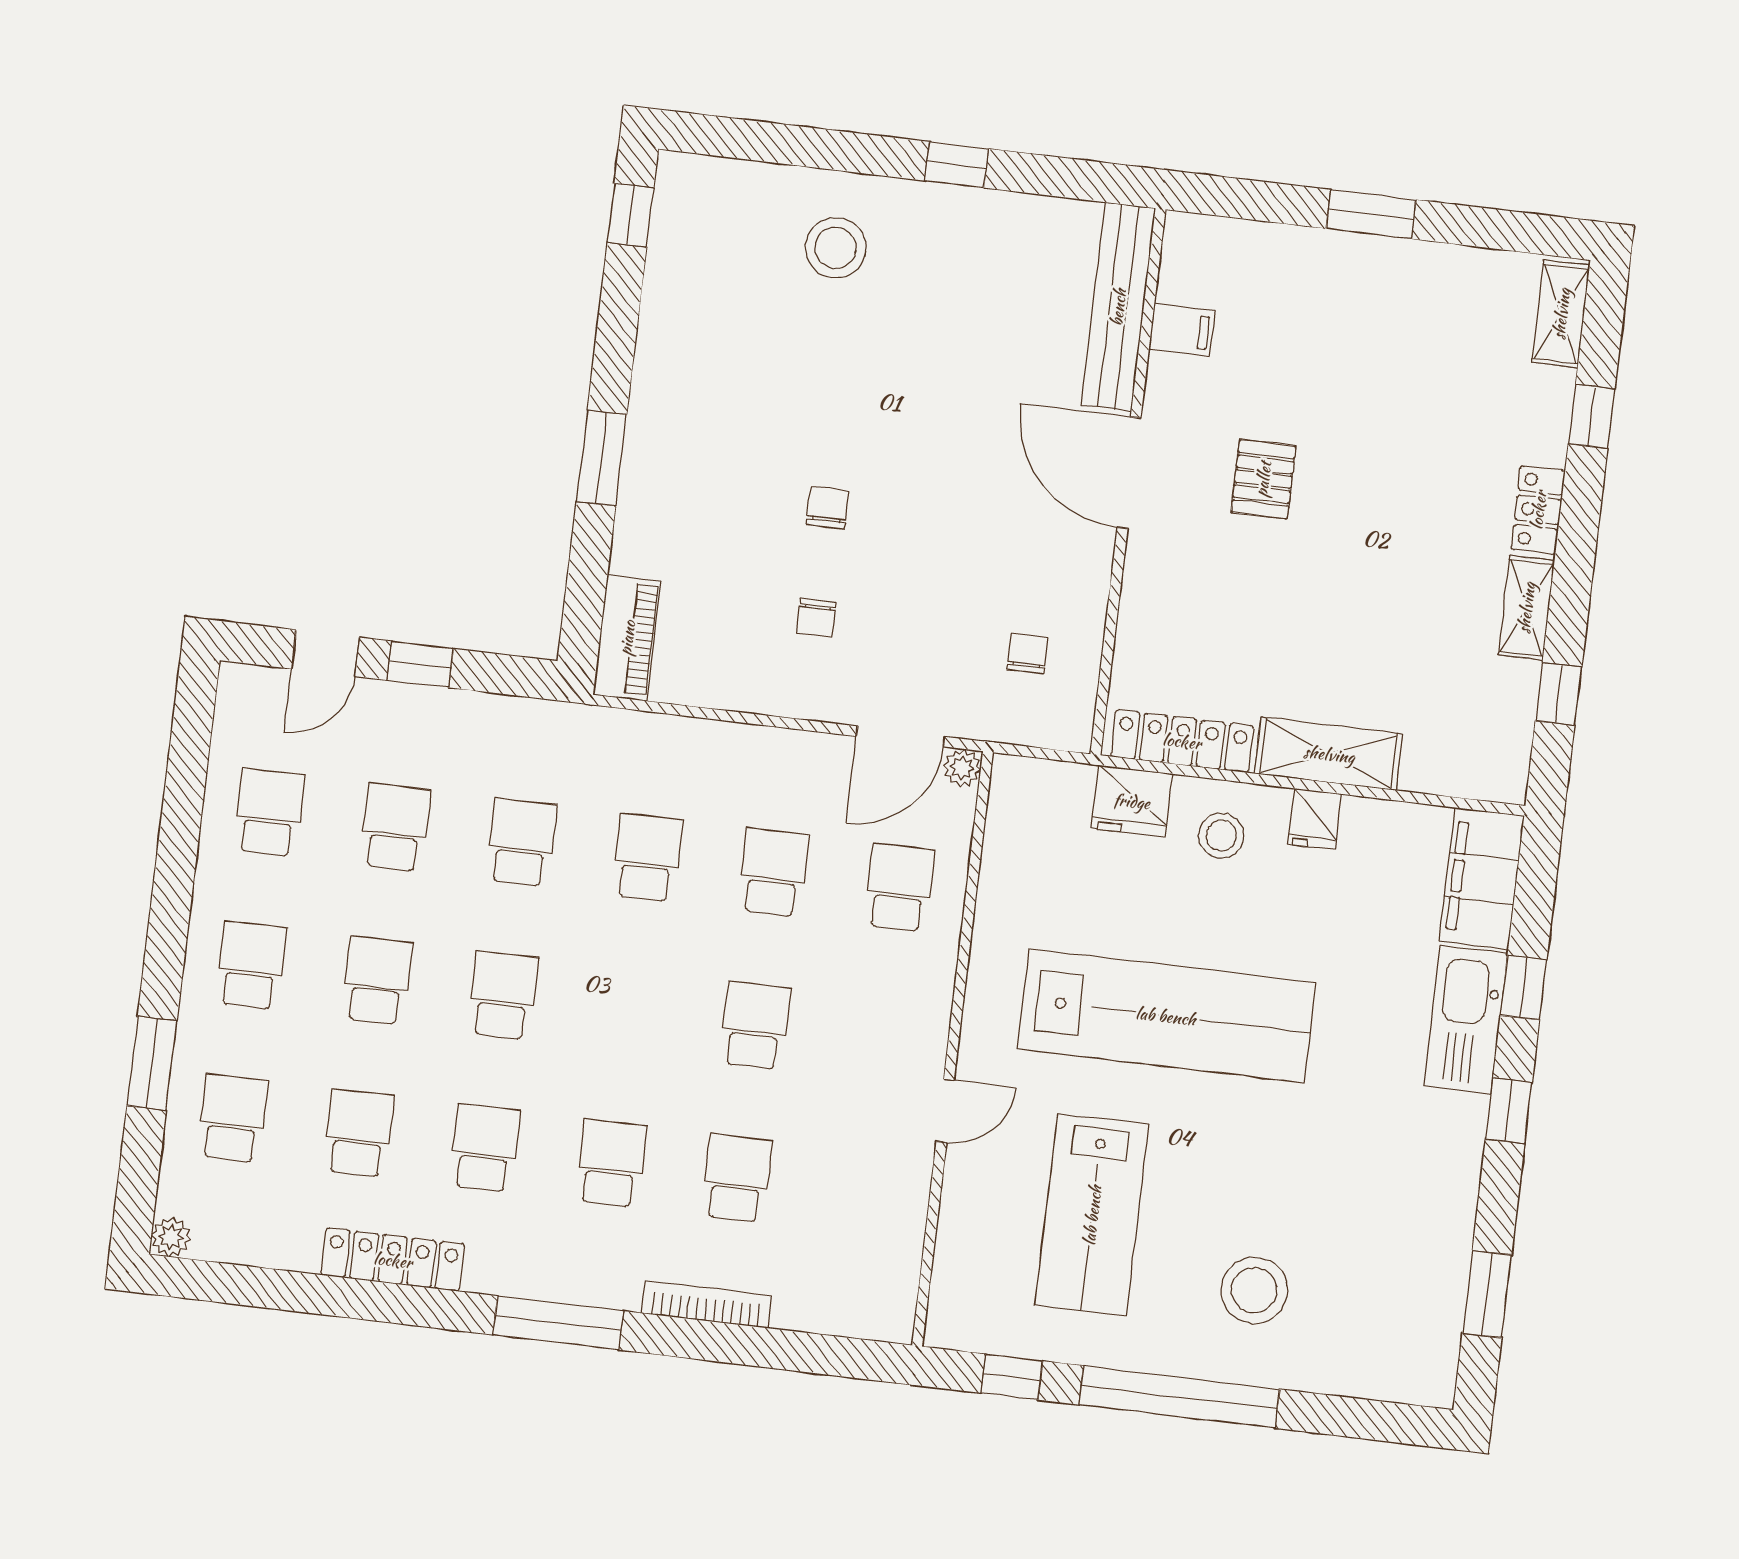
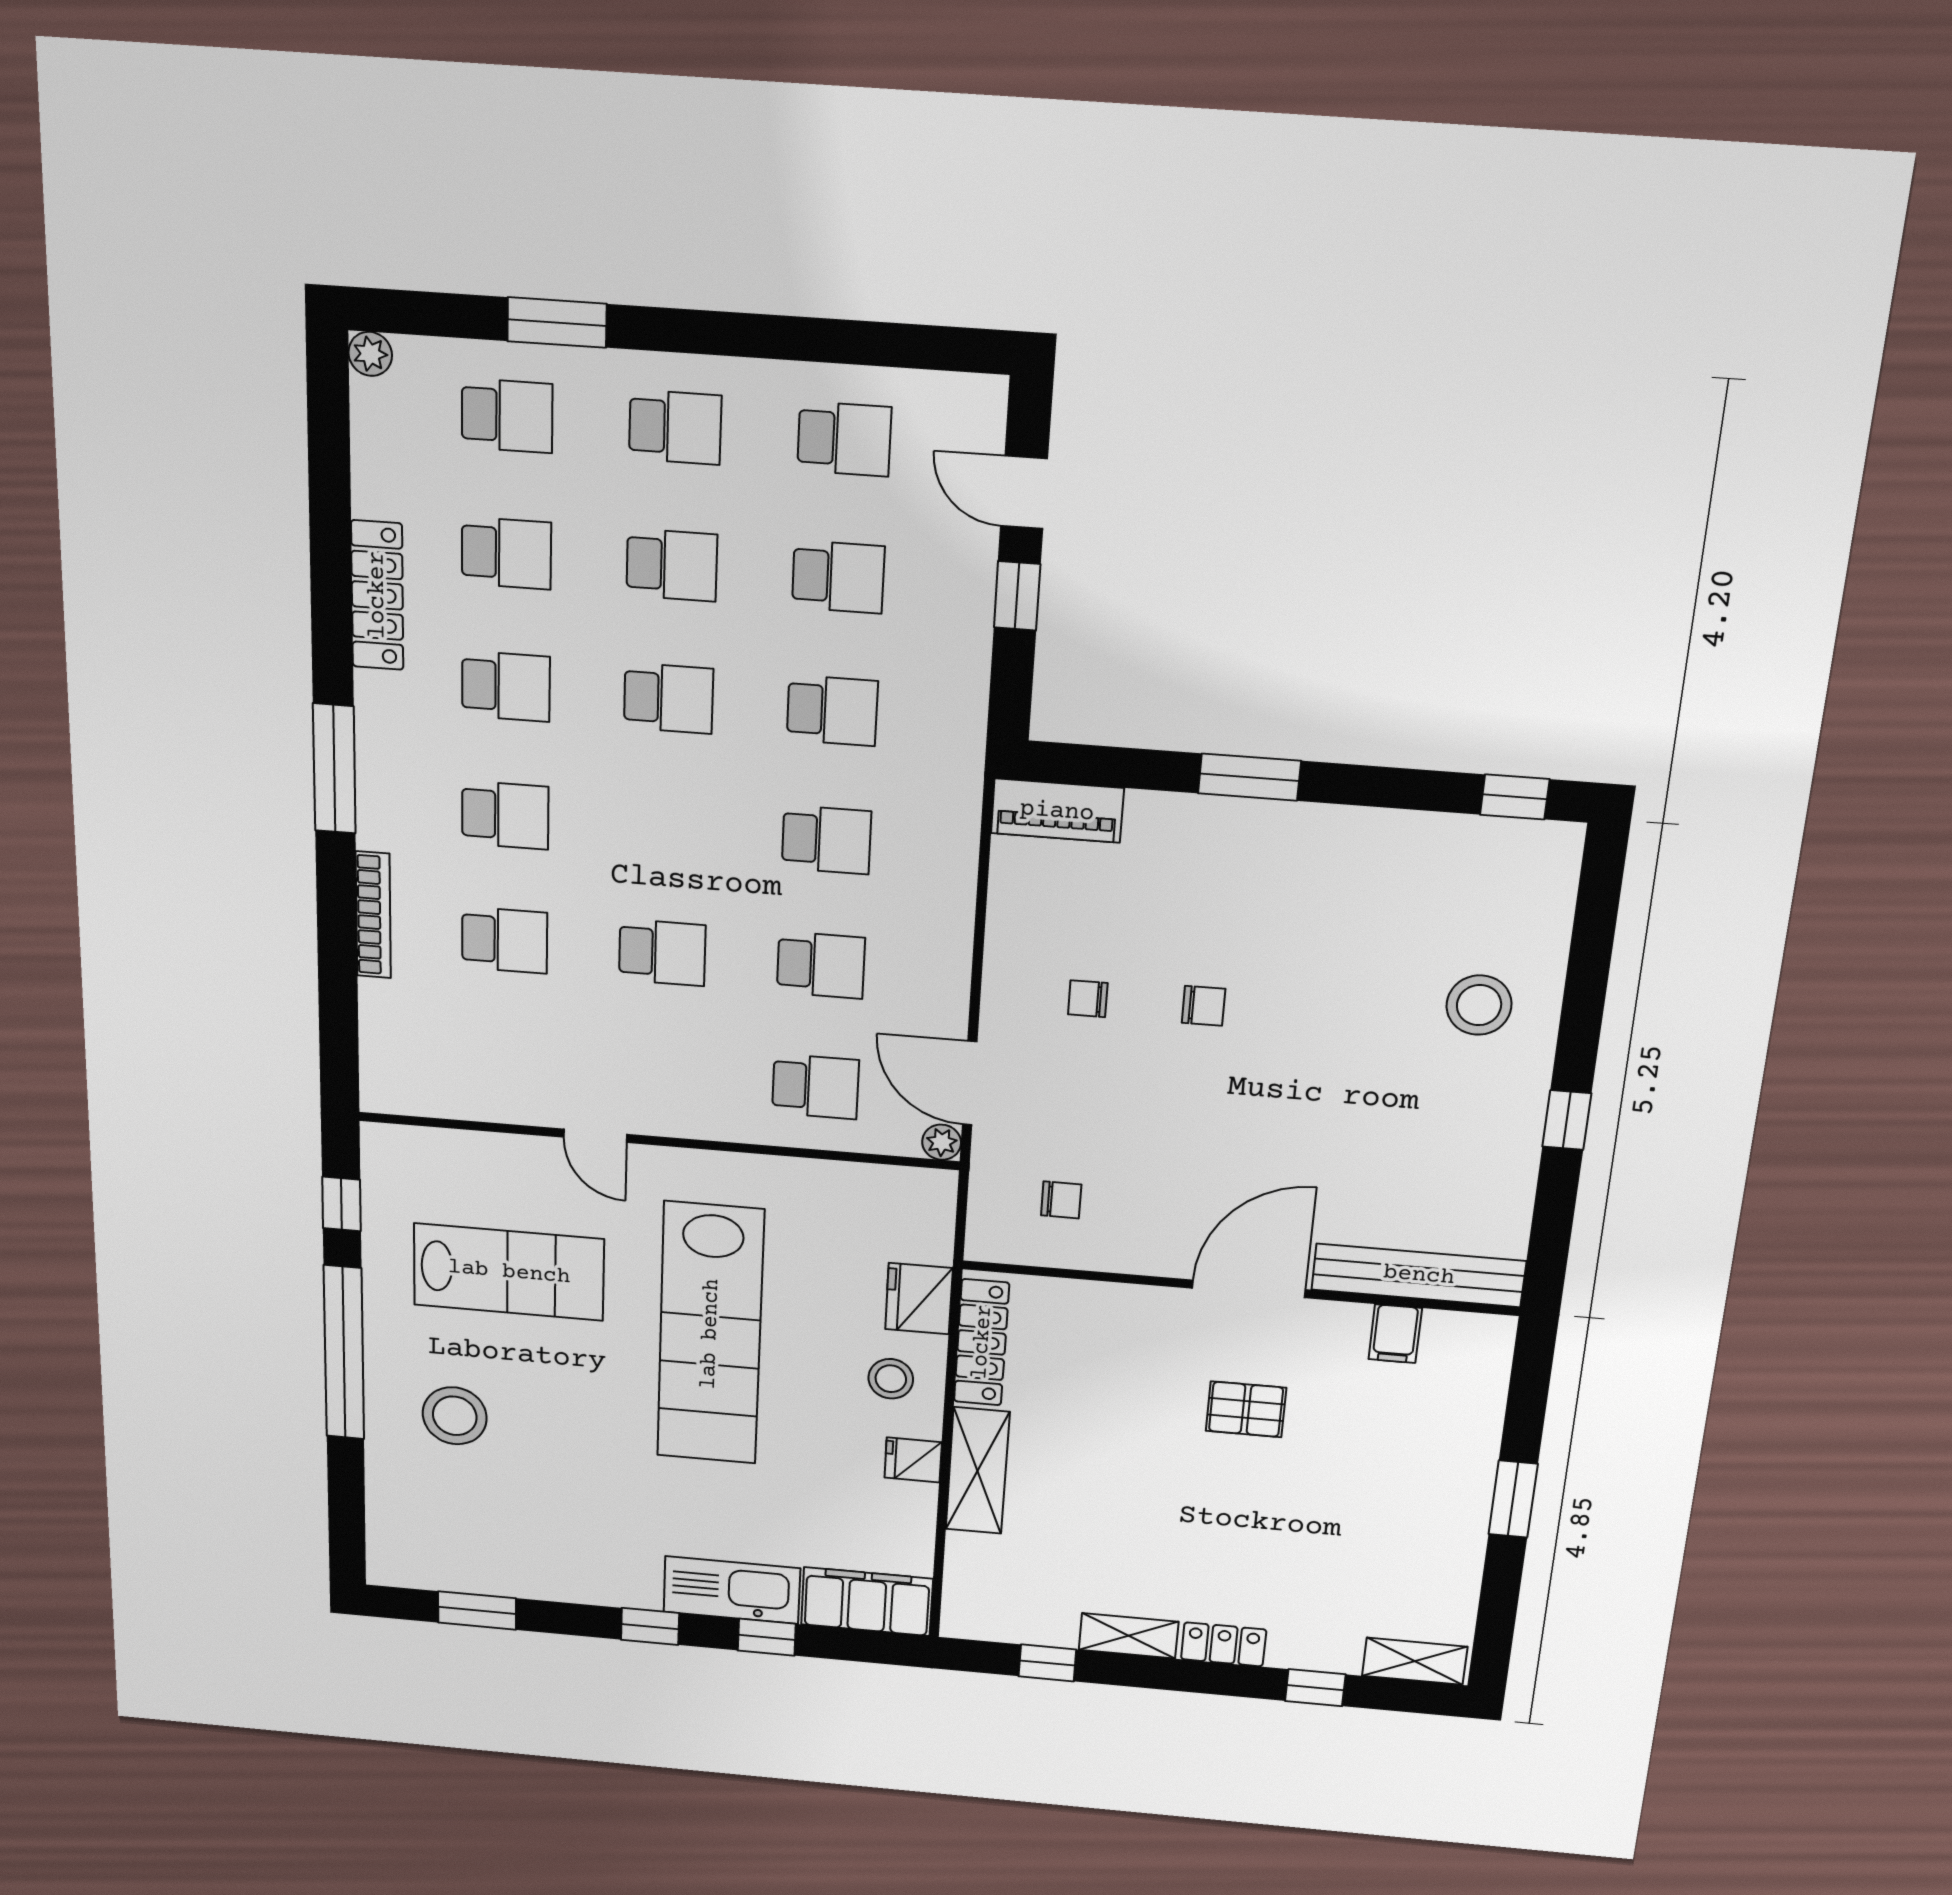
lab bench: (1092, 1215) -> (509, 1272), turned 180

